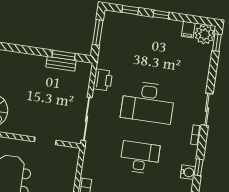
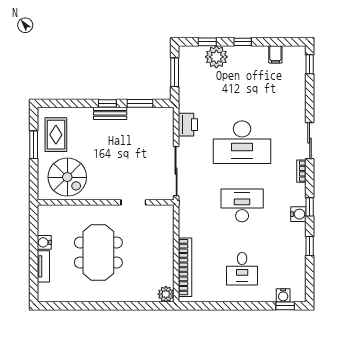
plant: (205, 34) -> (216, 57), moved
window: (35, 51) -> (107, 103), added
bench: (61, 64) -> (110, 113), moved

